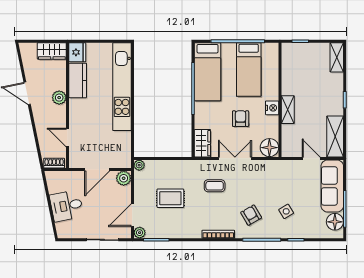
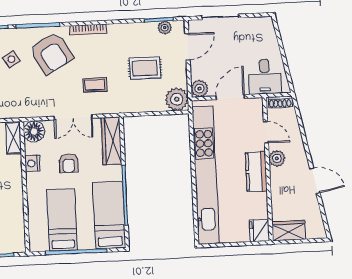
kitchen counter: (78, 80) -> (256, 172), moved
kitchen unit: (122, 87) -> (206, 175), width x1.36
plant: (59, 98) -> (277, 158), moved
nightstand: (272, 108) -> (32, 163), moved
shelving: (288, 110) -> (13, 138), moved
wardrobe: (202, 143) -> (111, 141), width x1.50
plant: (139, 165) -> (177, 99), width x1.88, depth x1.88
desk: (67, 206) -> (265, 77), moved, turned 101
armchair: (251, 215) -> (51, 53), width x1.88, depth x1.88
plant: (140, 233) -> (165, 28), moved

